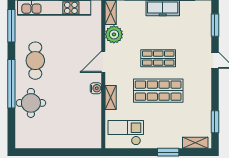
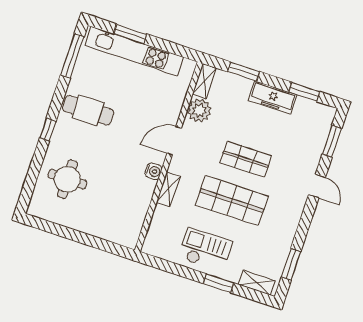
cafe table: (35, 61) -> (88, 110), turned 90
window: (11, 84) -> (48, 130), width x0.32
round table: (31, 103) -> (67, 179), moved
checkout: (126, 133) -> (205, 250), moved

